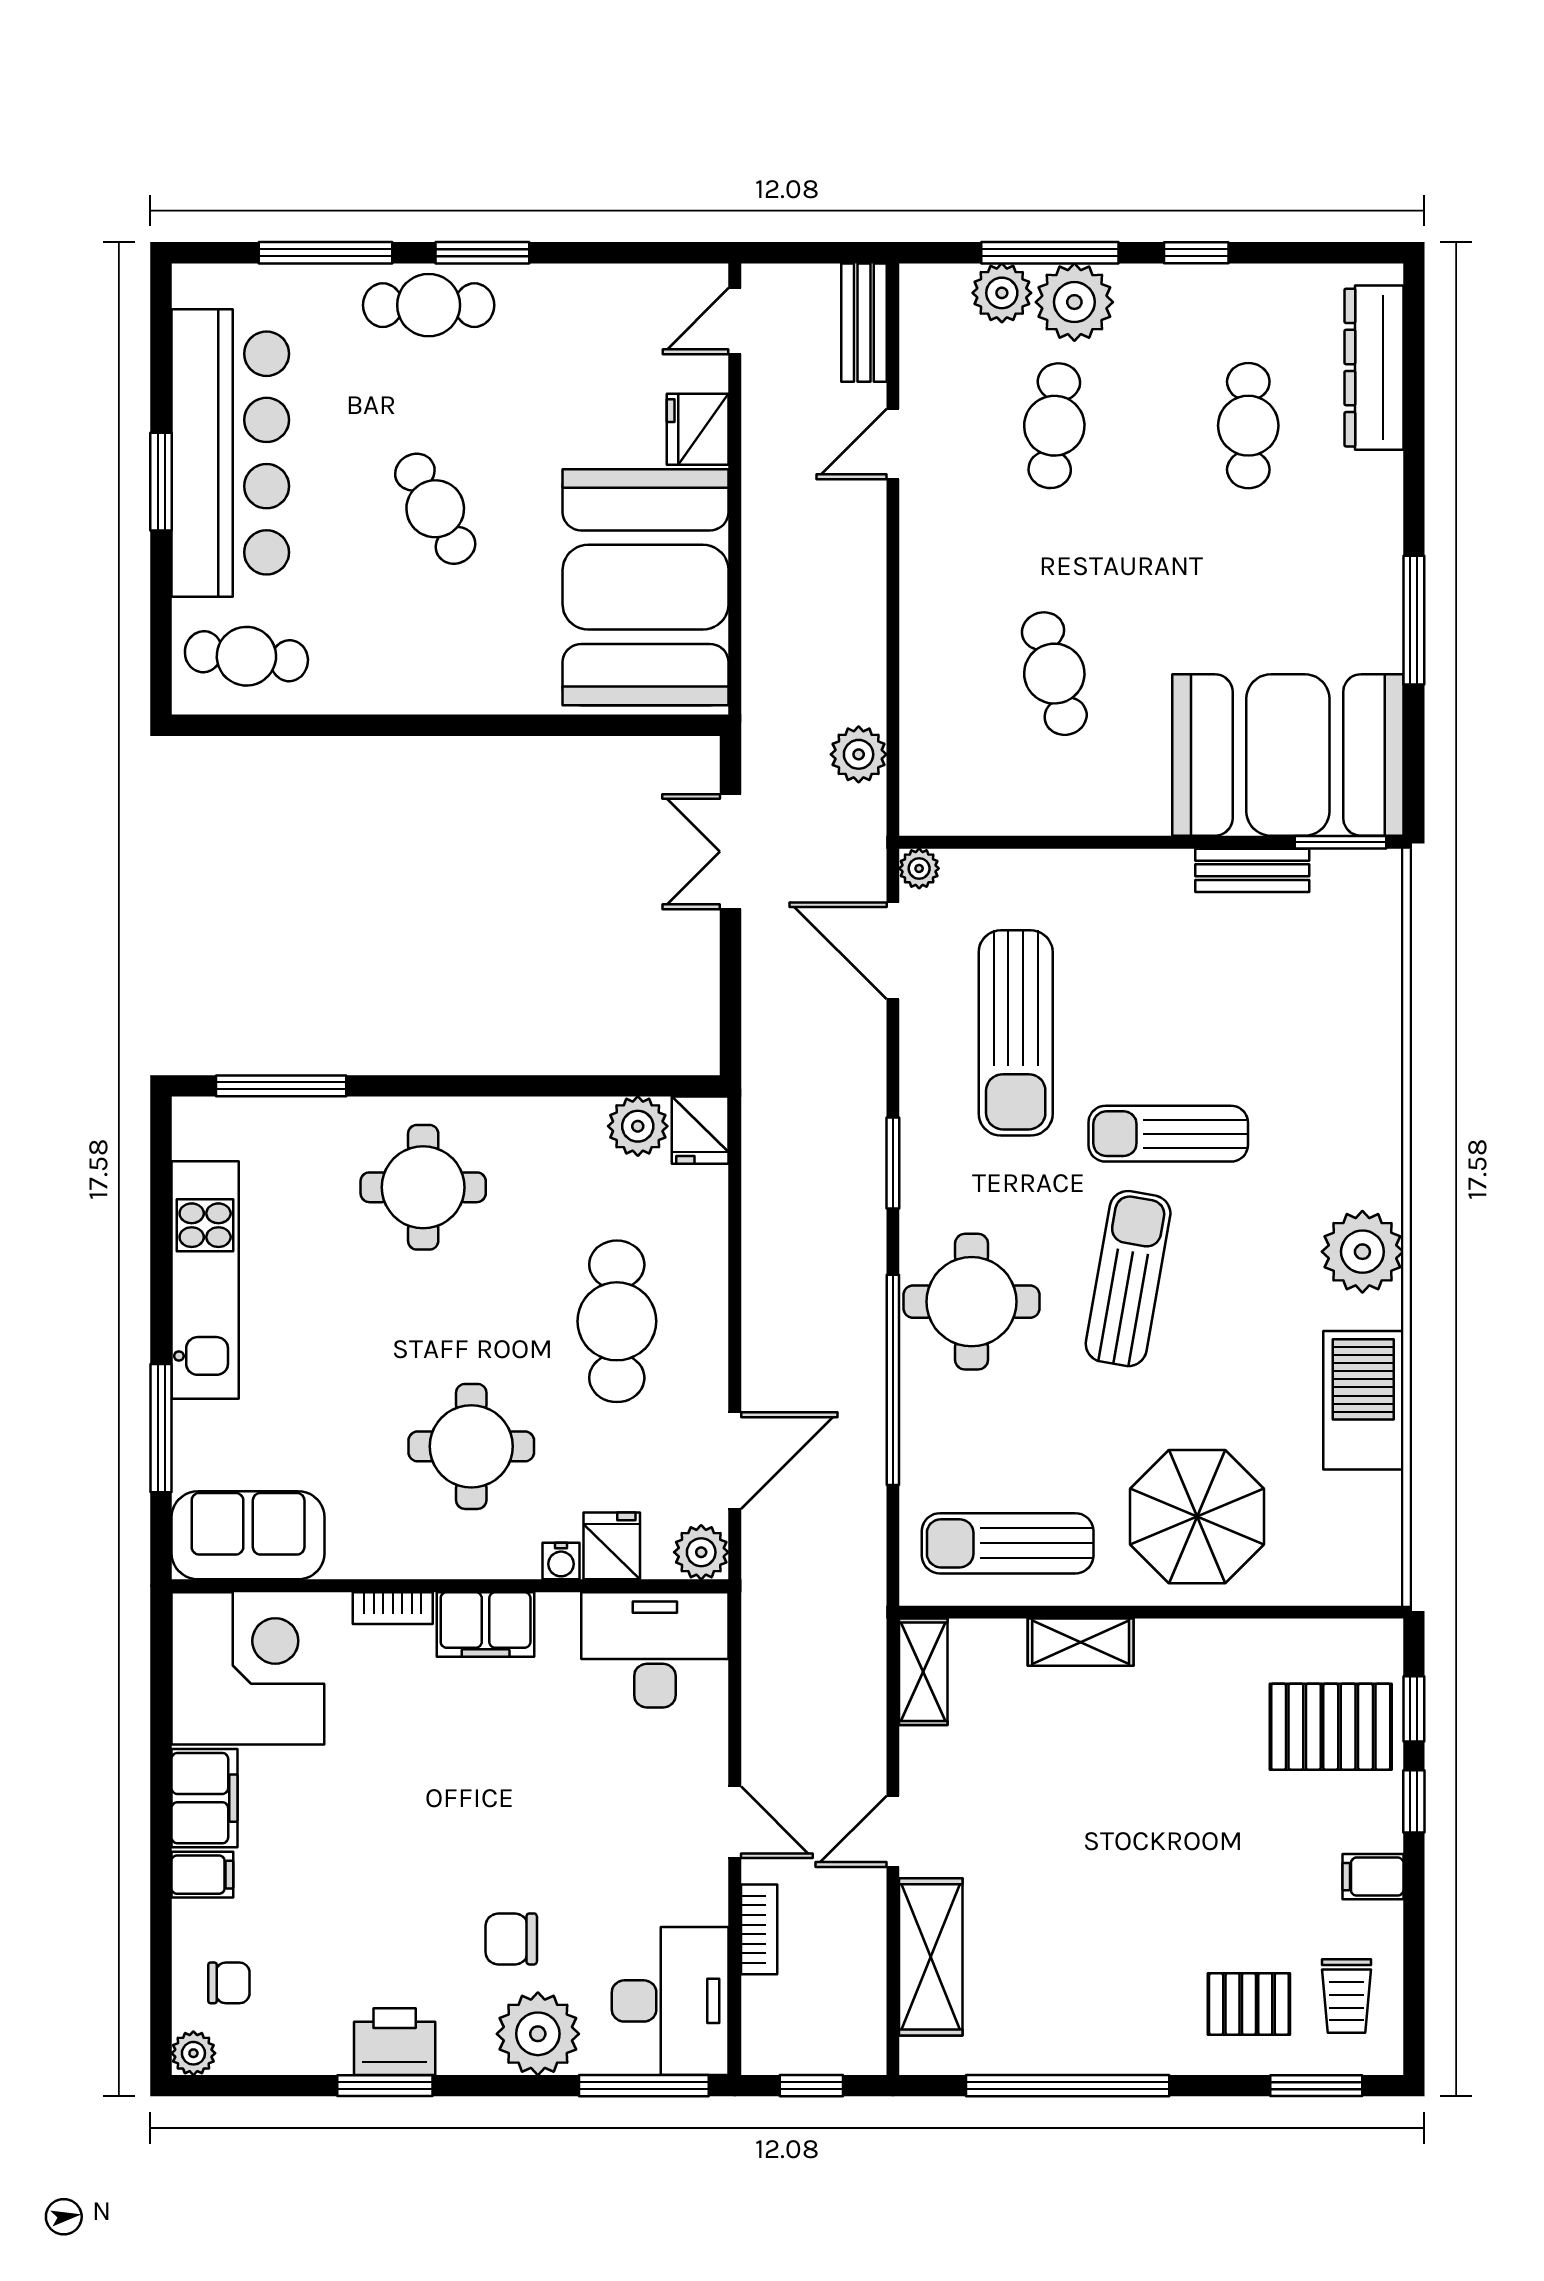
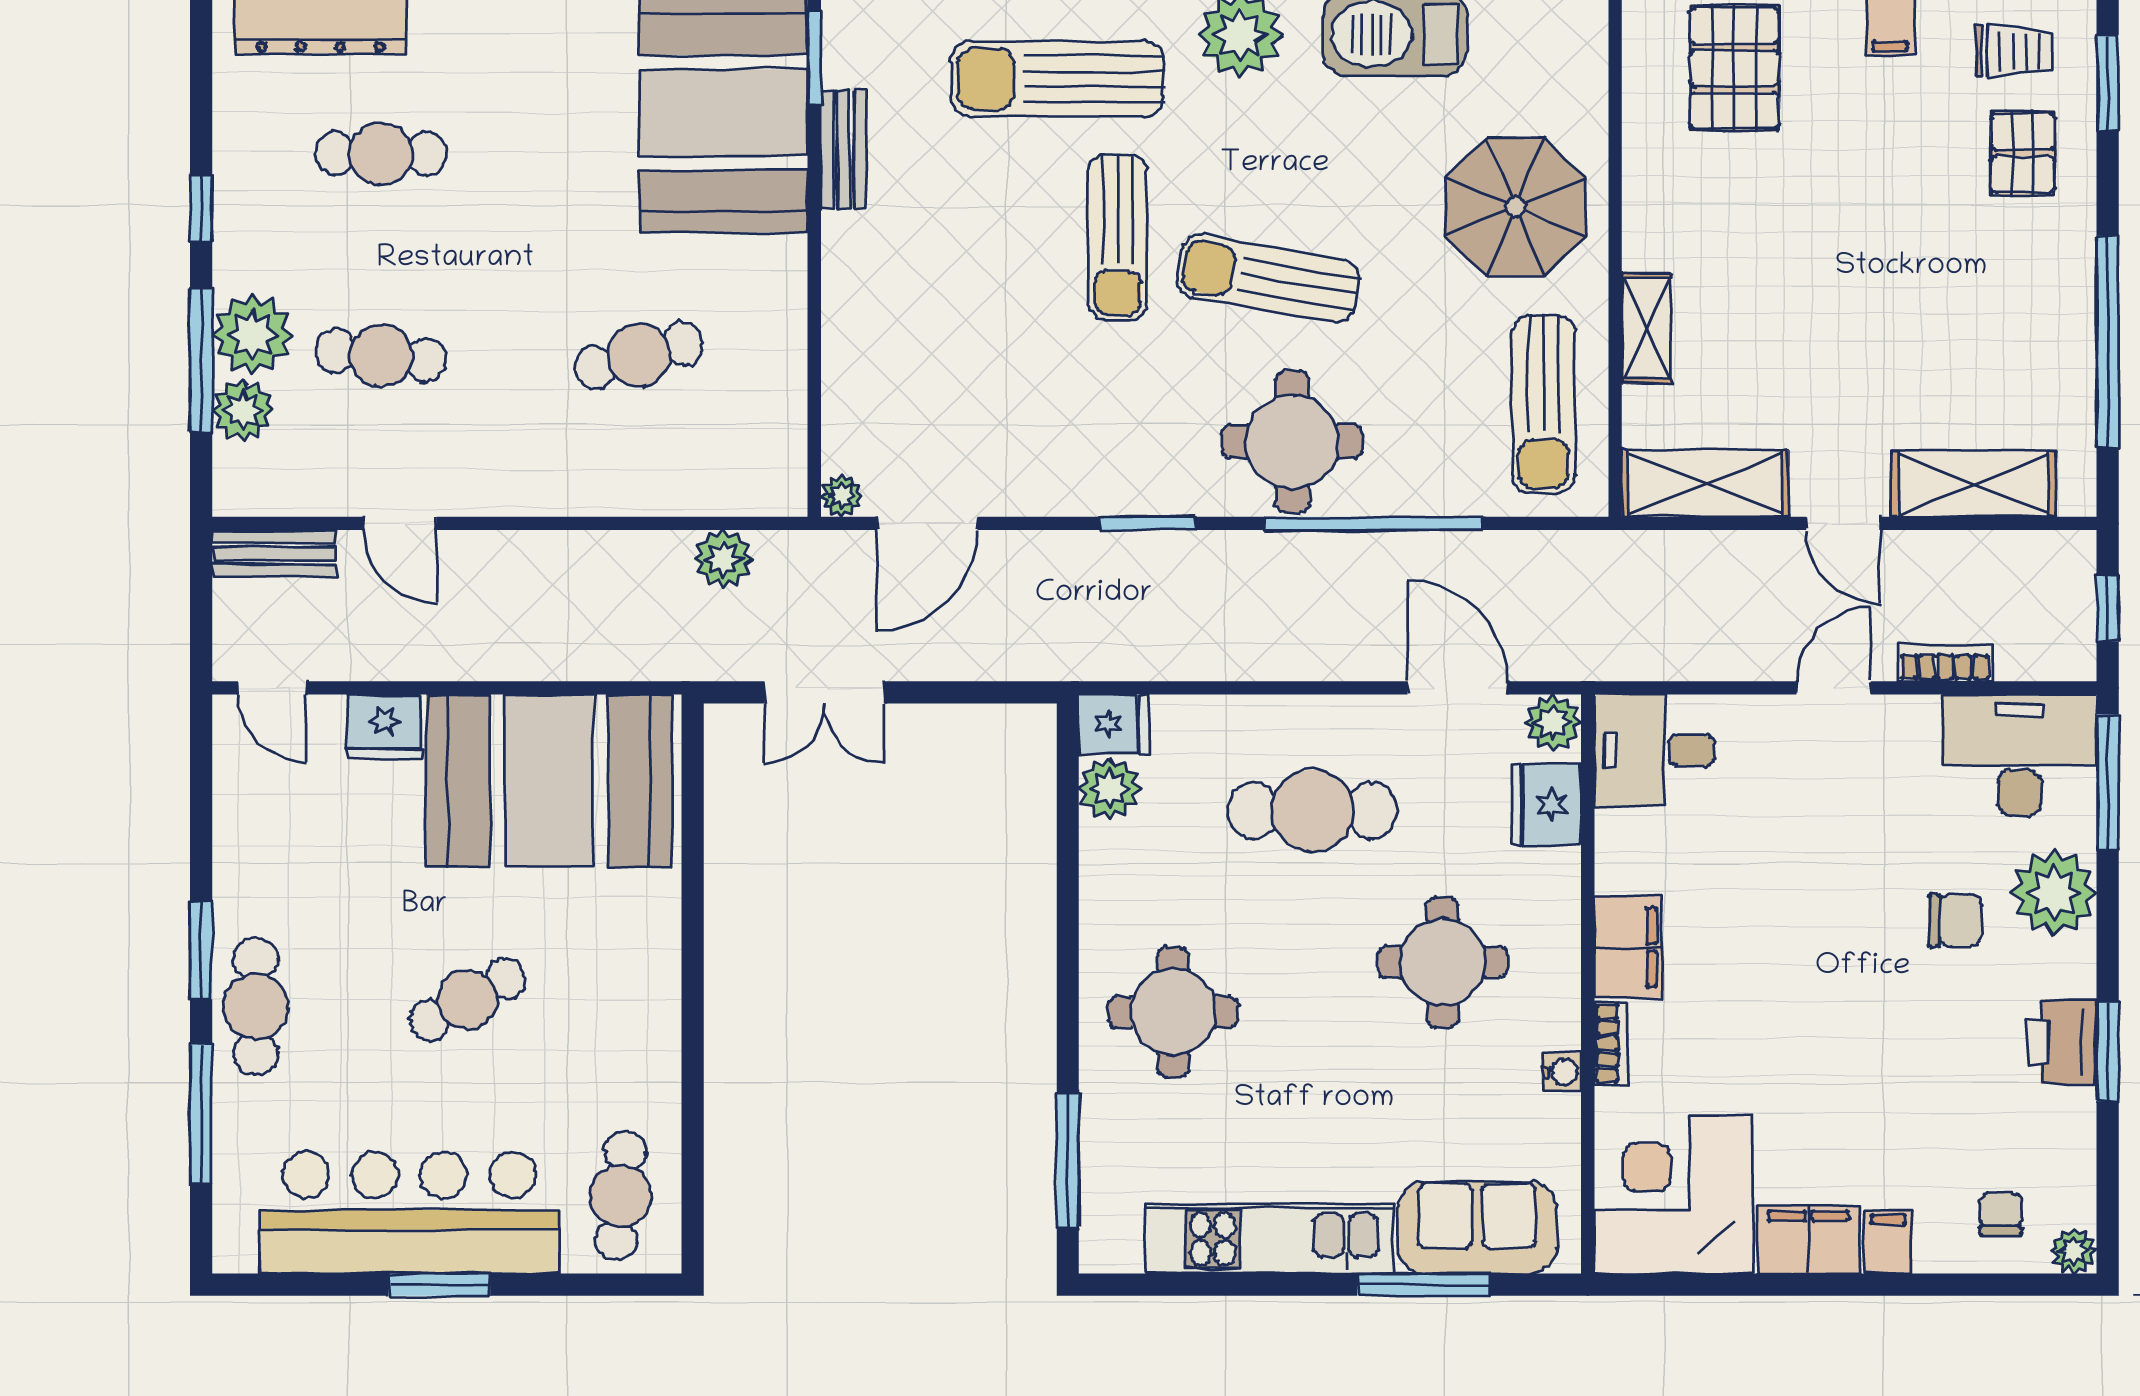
sun lounger: (1016, 1033) -> (1057, 79), moved, turned 180
sofa: (248, 1535) -> (1477, 1228), moved, turned 90
fridge: (612, 1546) -> (1546, 804), width x1.38
water cooler: (561, 1561) -> (1562, 1072), moved
desk: (655, 1650) -> (1654, 750), width x0.73
shelving: (923, 1672) -> (1705, 483), width x1.50, depth x1.33
chair: (511, 1939) -> (1955, 920), turned -90

